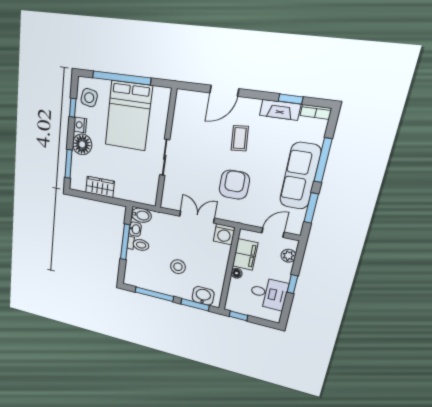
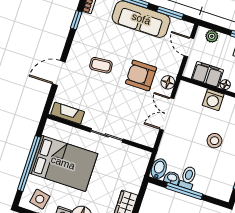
door: (224, 91) -> (59, 73), swing flipped
fireplace: (280, 110) -> (68, 113), moved, turned -90
floor lamp: (231, 214) -> (168, 82), added
washing machine: (224, 234) -> (213, 100), moved, turned 90

